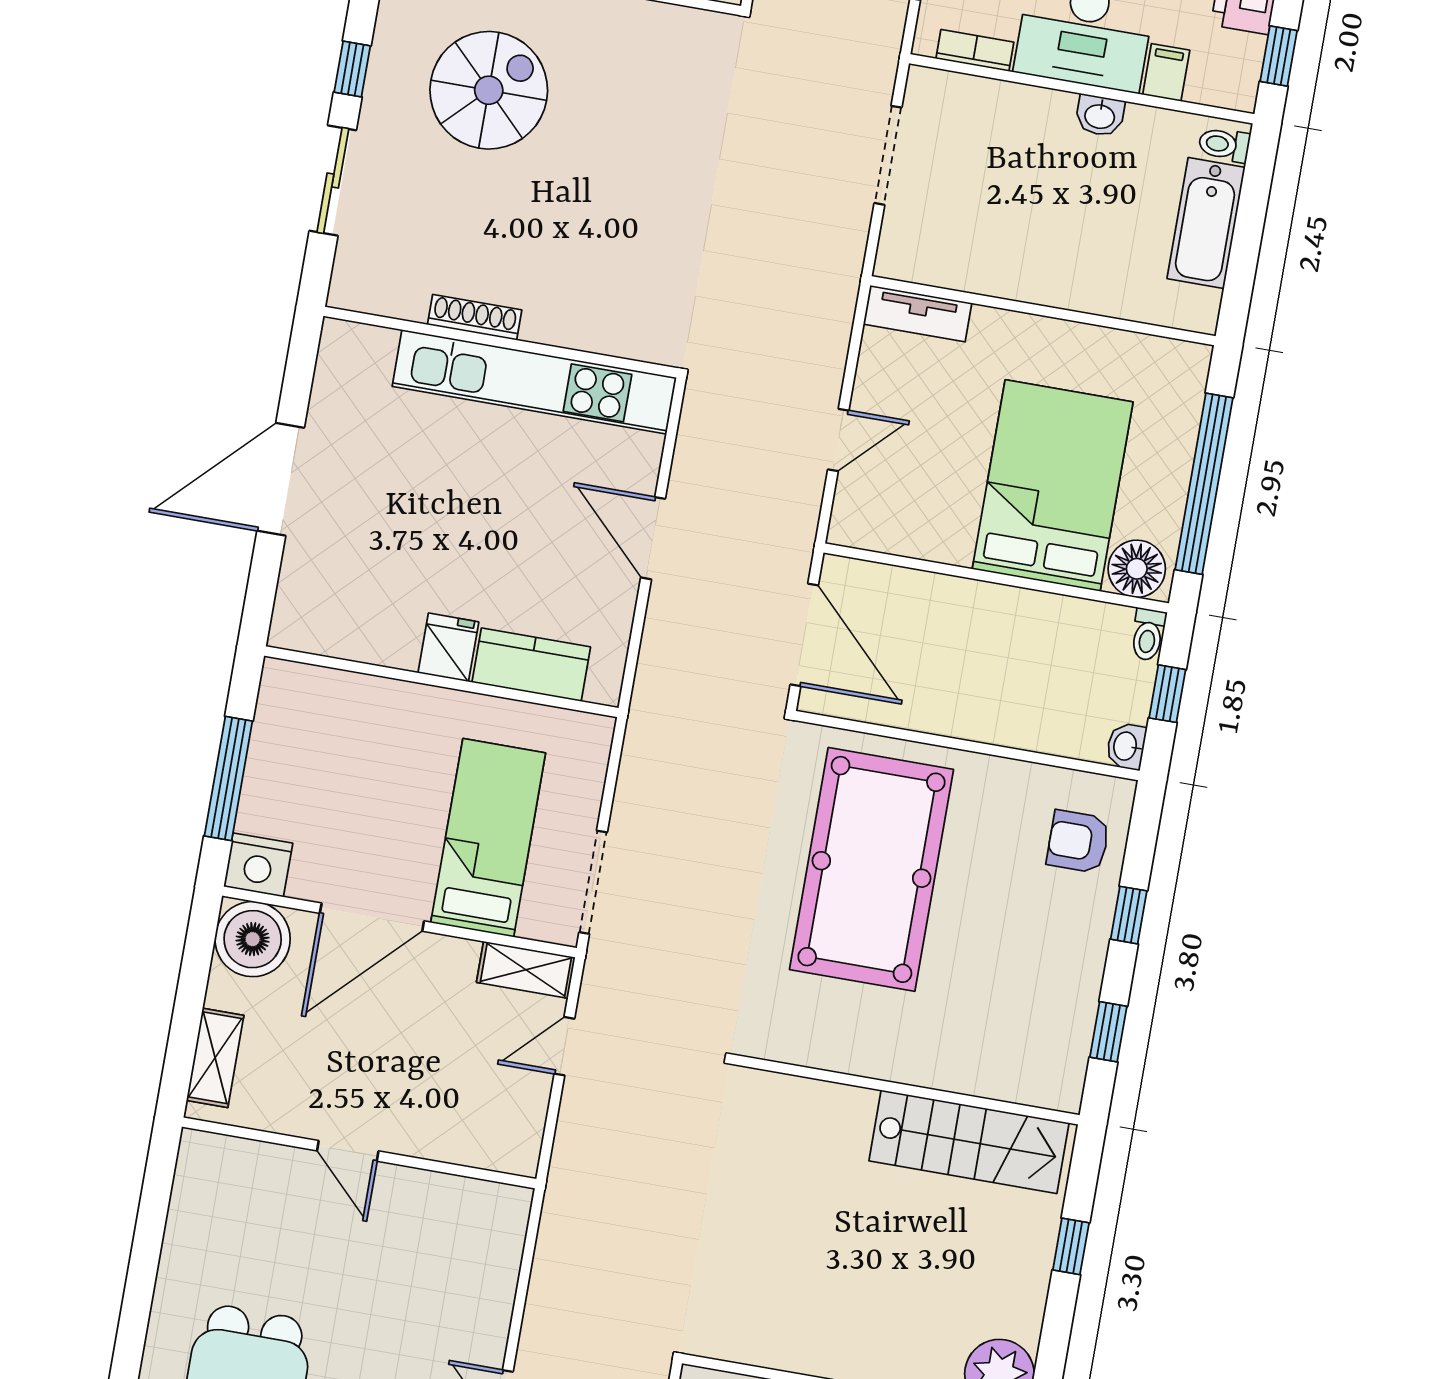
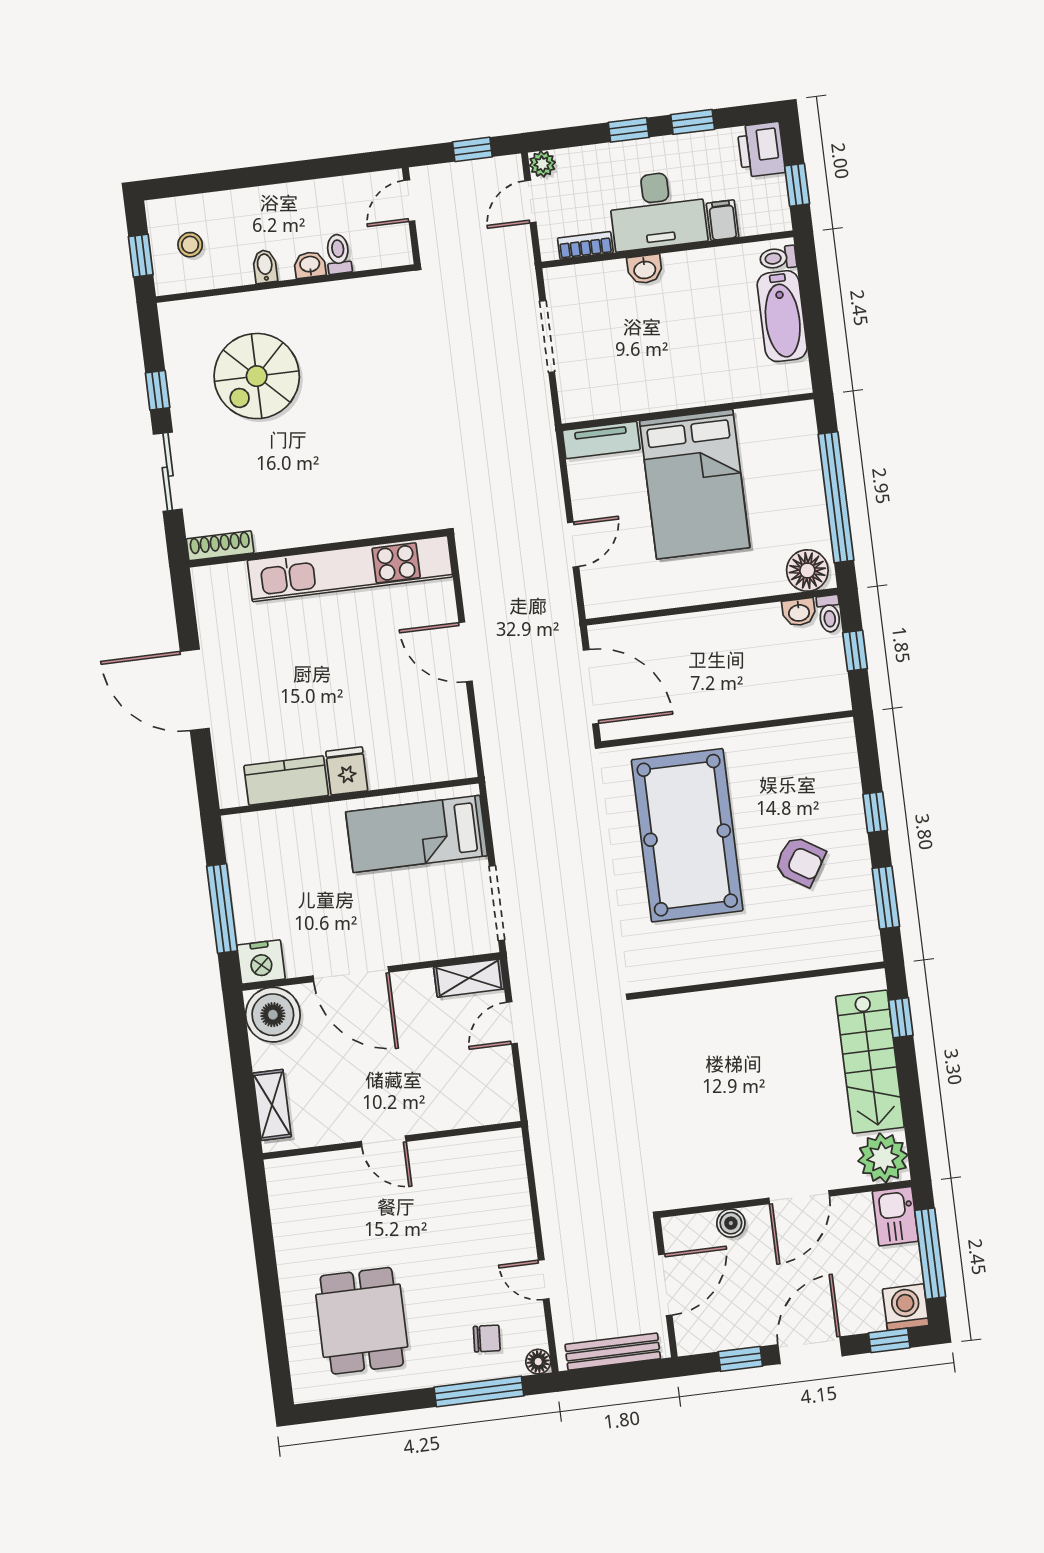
spiral stairs: (489, 90) -> (257, 376), turned 180
washbasin: (1100, 116) -> (645, 269), moved
shoe rack: (475, 317) -> (220, 546), moved
door: (281, 479) -> (195, 690), hinge flipped
bed: (1053, 486) -> (695, 484), moved, turned 180
kitchen counter: (531, 665) -> (286, 781), moved
washbasin: (1126, 746) -> (799, 612), moved, turned -90
bed: (488, 838) -> (417, 834), moved, turned -90
armchair: (1078, 842) -> (800, 861), moved, turned -148
door: (372, 917) -> (351, 974), hinge flipped
window: (1108, 1032) -> (886, 898), width x1.50
stairs: (969, 1142) -> (870, 1062), moved, turned 90
window: (1071, 1246) -> (901, 1018), moved

